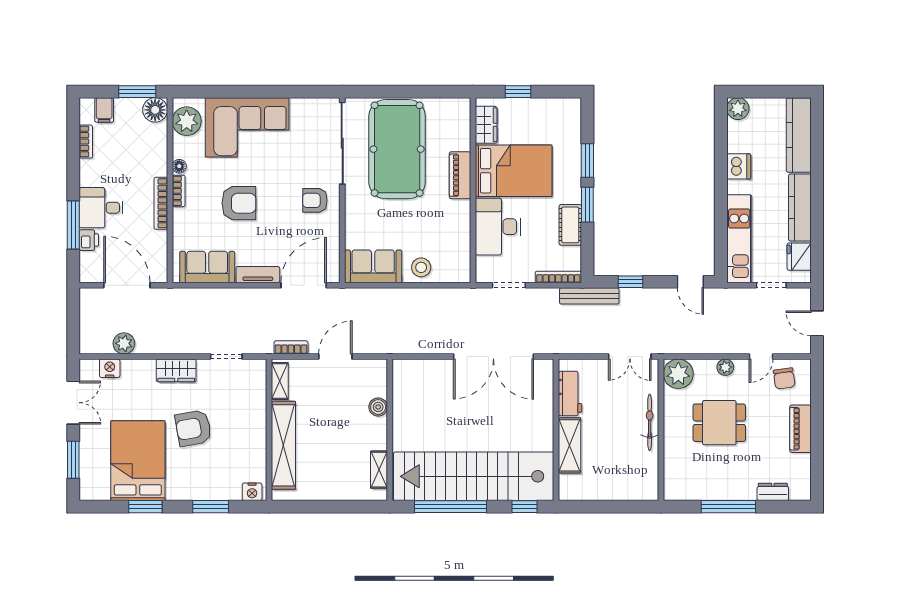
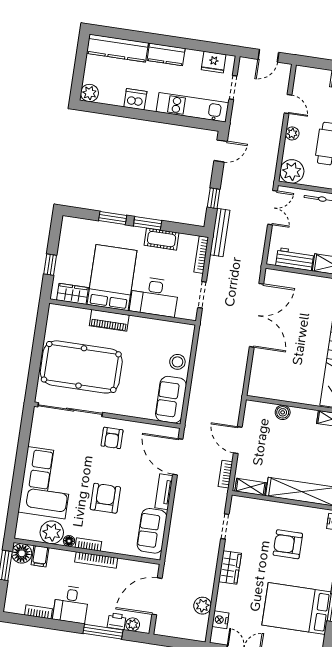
filing cabinet: (104, 110) -> (40, 556), moved, turned 90
plant: (187, 121) -> (52, 532), moved
desk: (101, 208) -> (71, 604), moved
kitchen counter: (800, 208) -> (166, 54), width x0.67
plant: (88, 261) -> (133, 624), added
chair: (784, 378) -> (308, 88), removed
armchair: (193, 428) -> (288, 544), moved, turned 100

